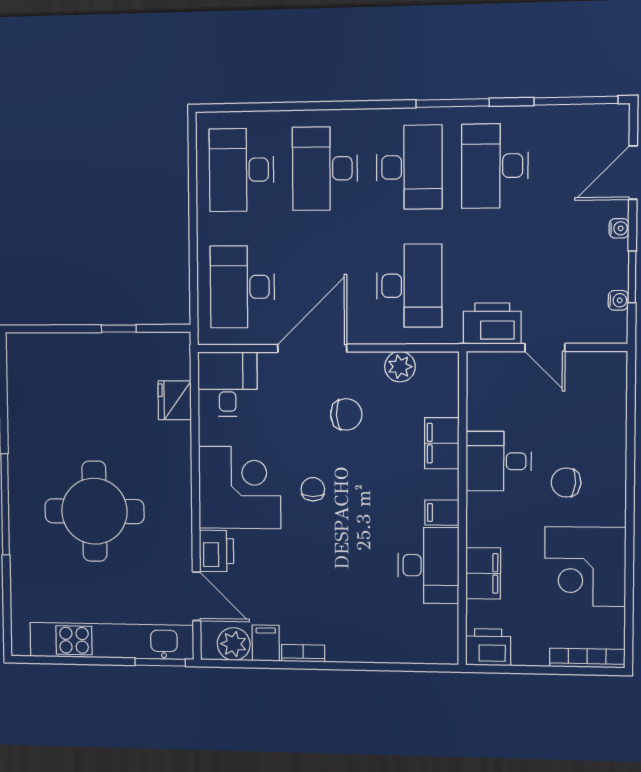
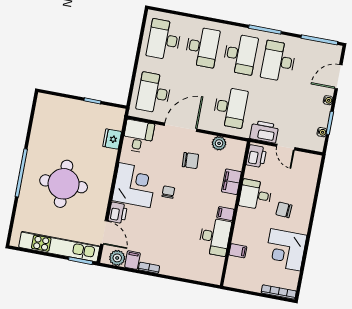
desk: (325, 169) -> (202, 47), turned 180
filing cabinet: (483, 573) -> (238, 251), width x0.50
printer: (488, 647) -> (256, 156), moved, turned 90

